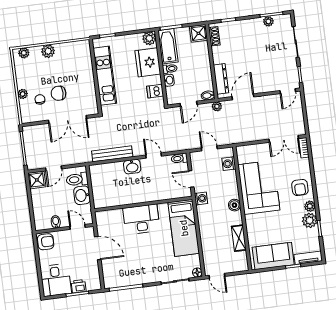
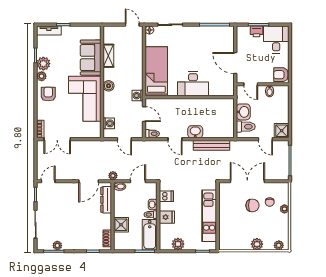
shower: (198, 33) -> (121, 225), moved
plant: (149, 38) -> (178, 244), moved
fridge: (148, 62) -> (167, 217), width x0.53, depth x0.75
double door: (284, 139) -> (57, 139), swing flipped
door: (54, 168) -> (265, 139), swing flipped
sofa: (273, 256) -> (91, 58), moved, turned 90

